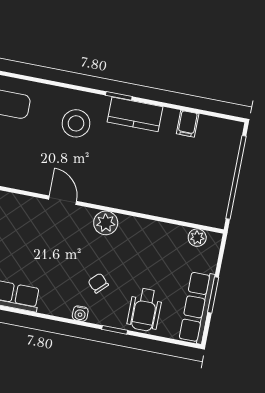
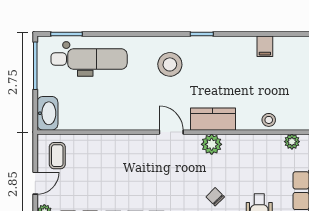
kitchen counter: (135, 114) -> (213, 119), moved, turned 180
stool: (176, 208) -> (269, 120), added

